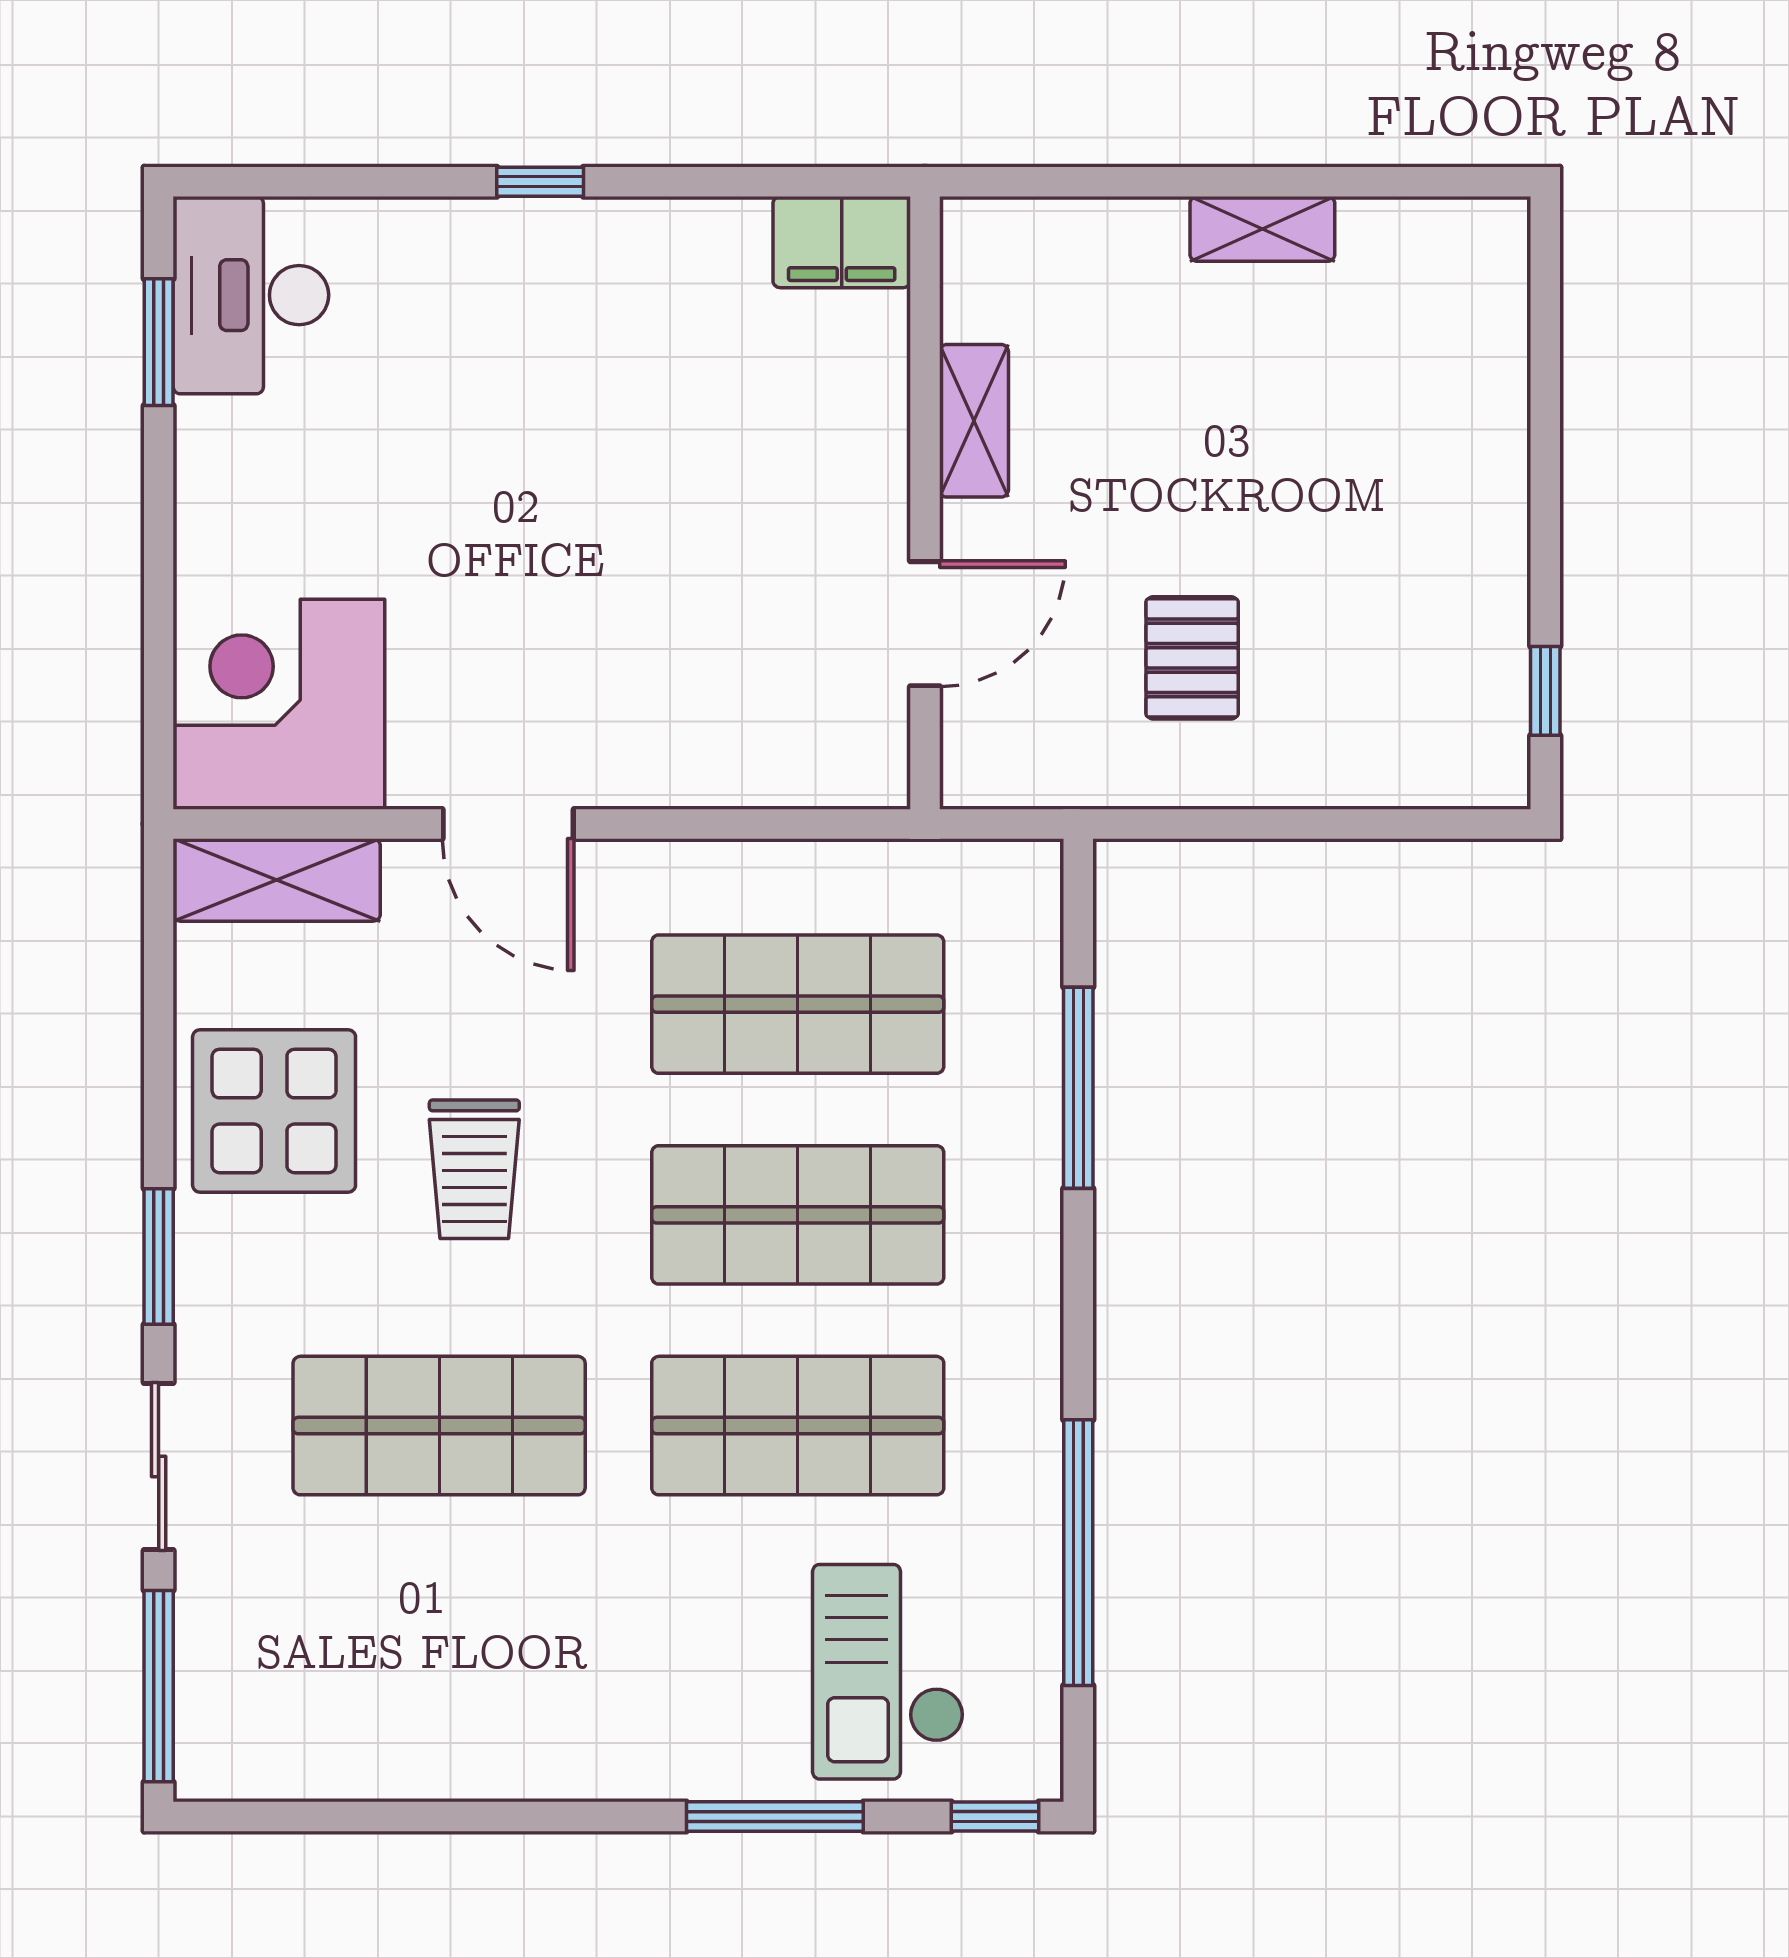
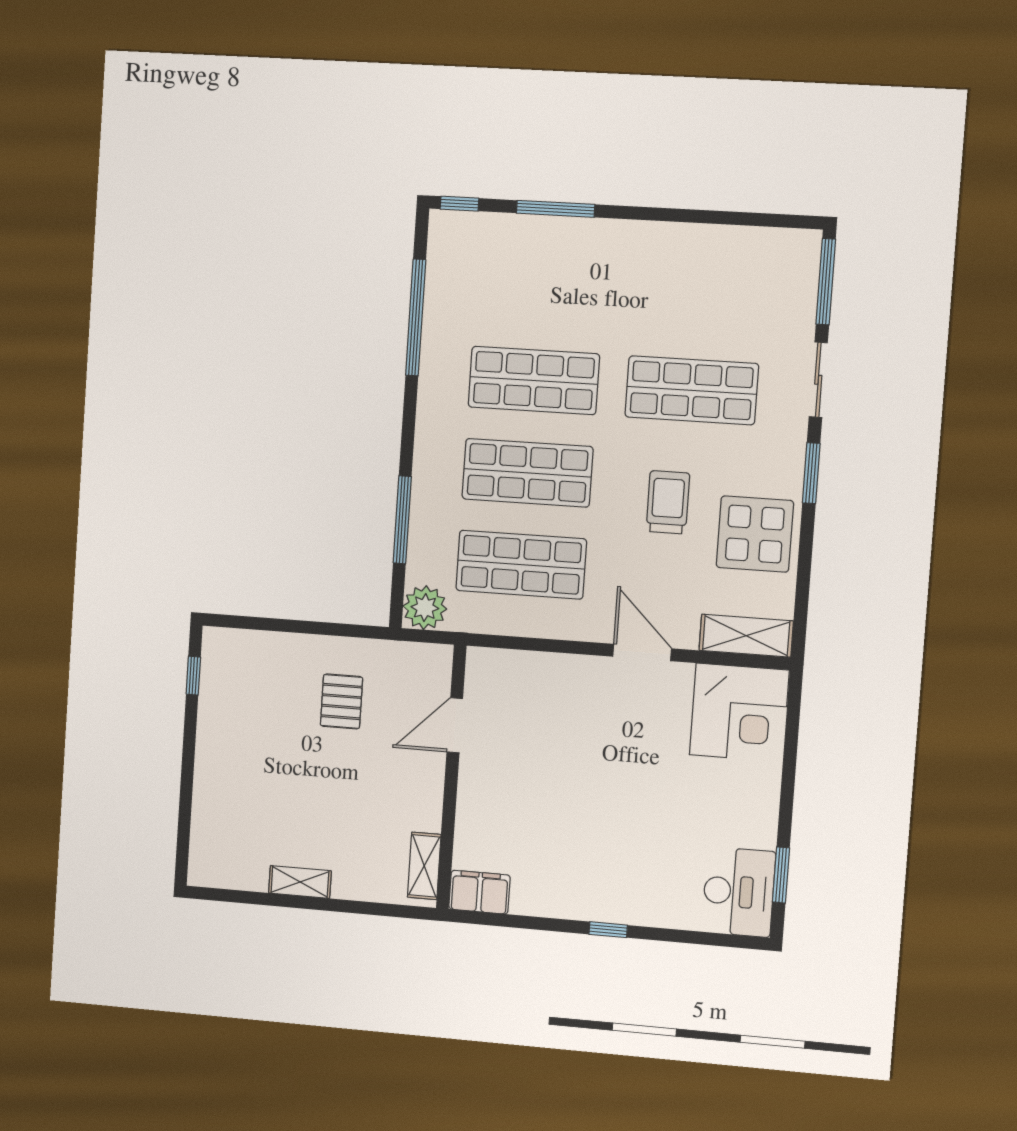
shelving: (974, 421) -> (424, 866), moved
plant: (1013, 890) -> (425, 608), added
checkout: (888, 1672) -> (502, 270), removed

